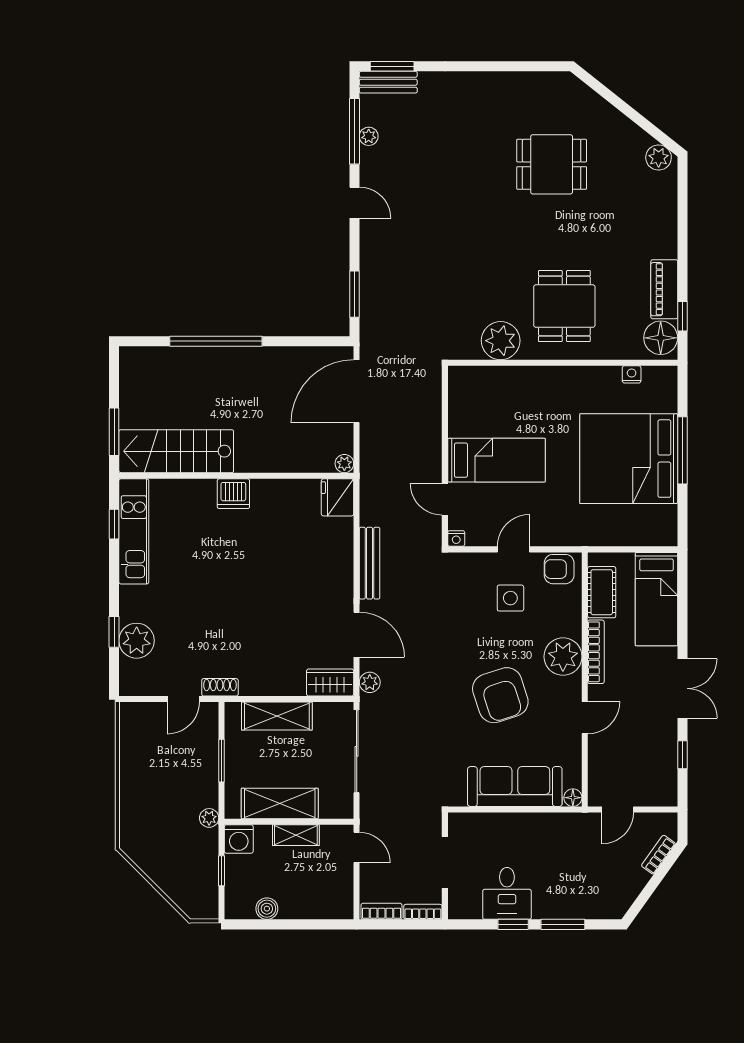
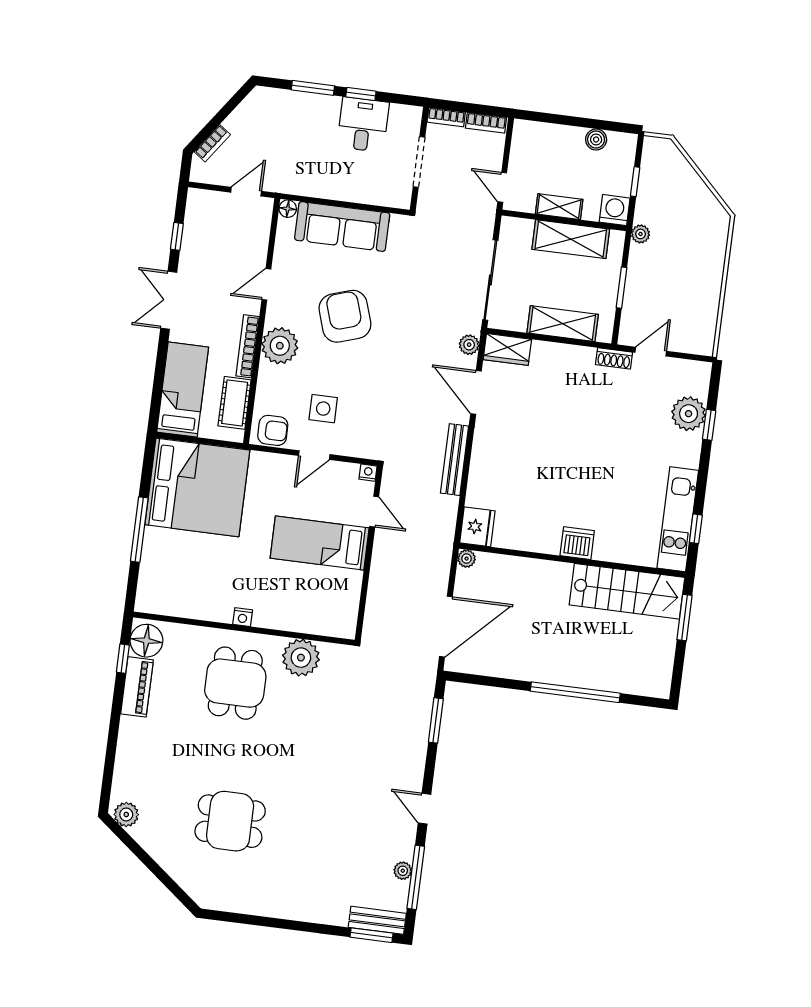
nightstand: (632, 374) -> (243, 617), moved
bed: (629, 459) -> (197, 487), moved

